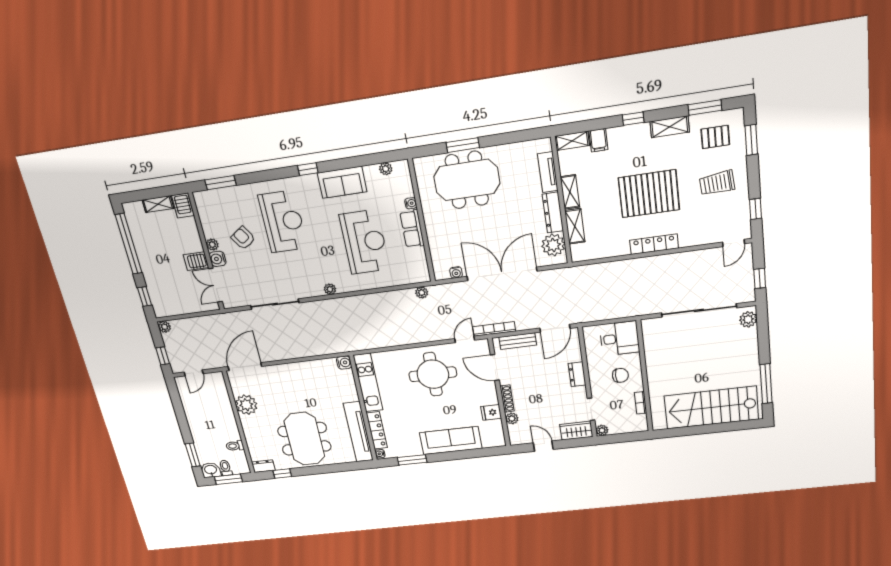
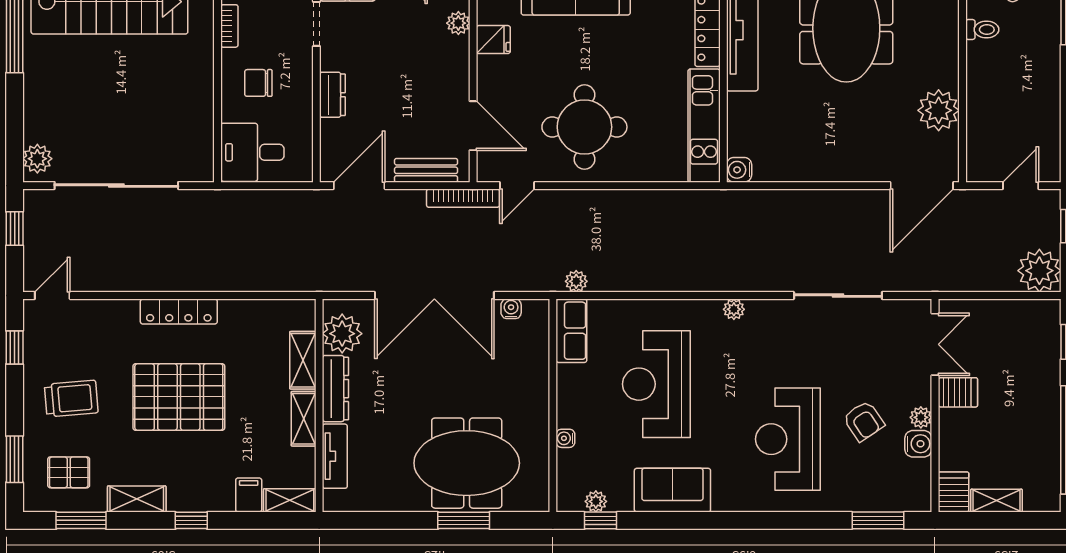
window: (308, 169) -> (601, 520), moved
row of seats: (412, 229) -> (571, 331), moved
water cooler: (218, 259) -> (918, 444), moved
plant: (164, 327) -> (1039, 271), width x1.88, depth x1.88
shoe rack: (507, 399) -> (461, 63), removed

